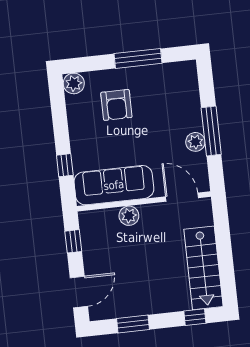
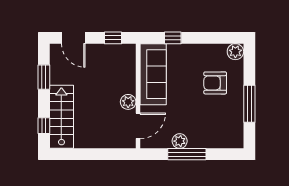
plant: (129, 216) -> (128, 102), moved
stairs: (203, 268) -> (61, 117), moved, turned 90

